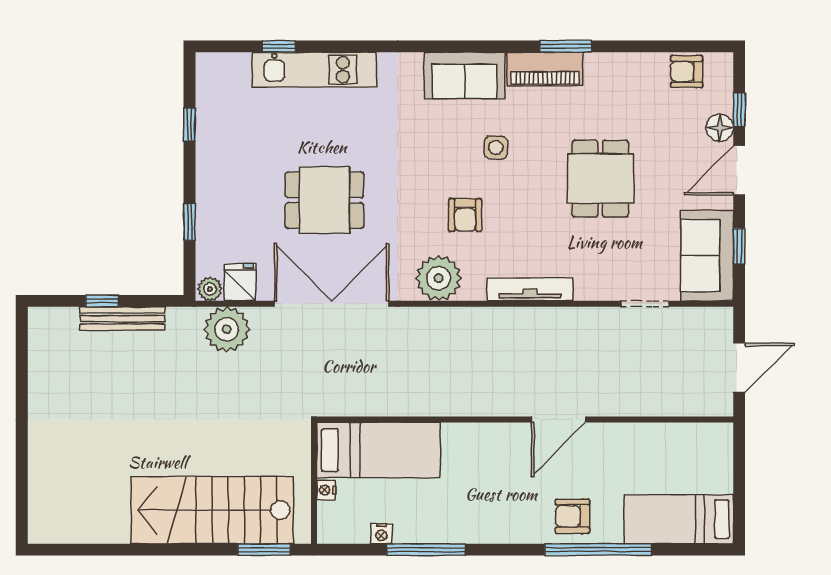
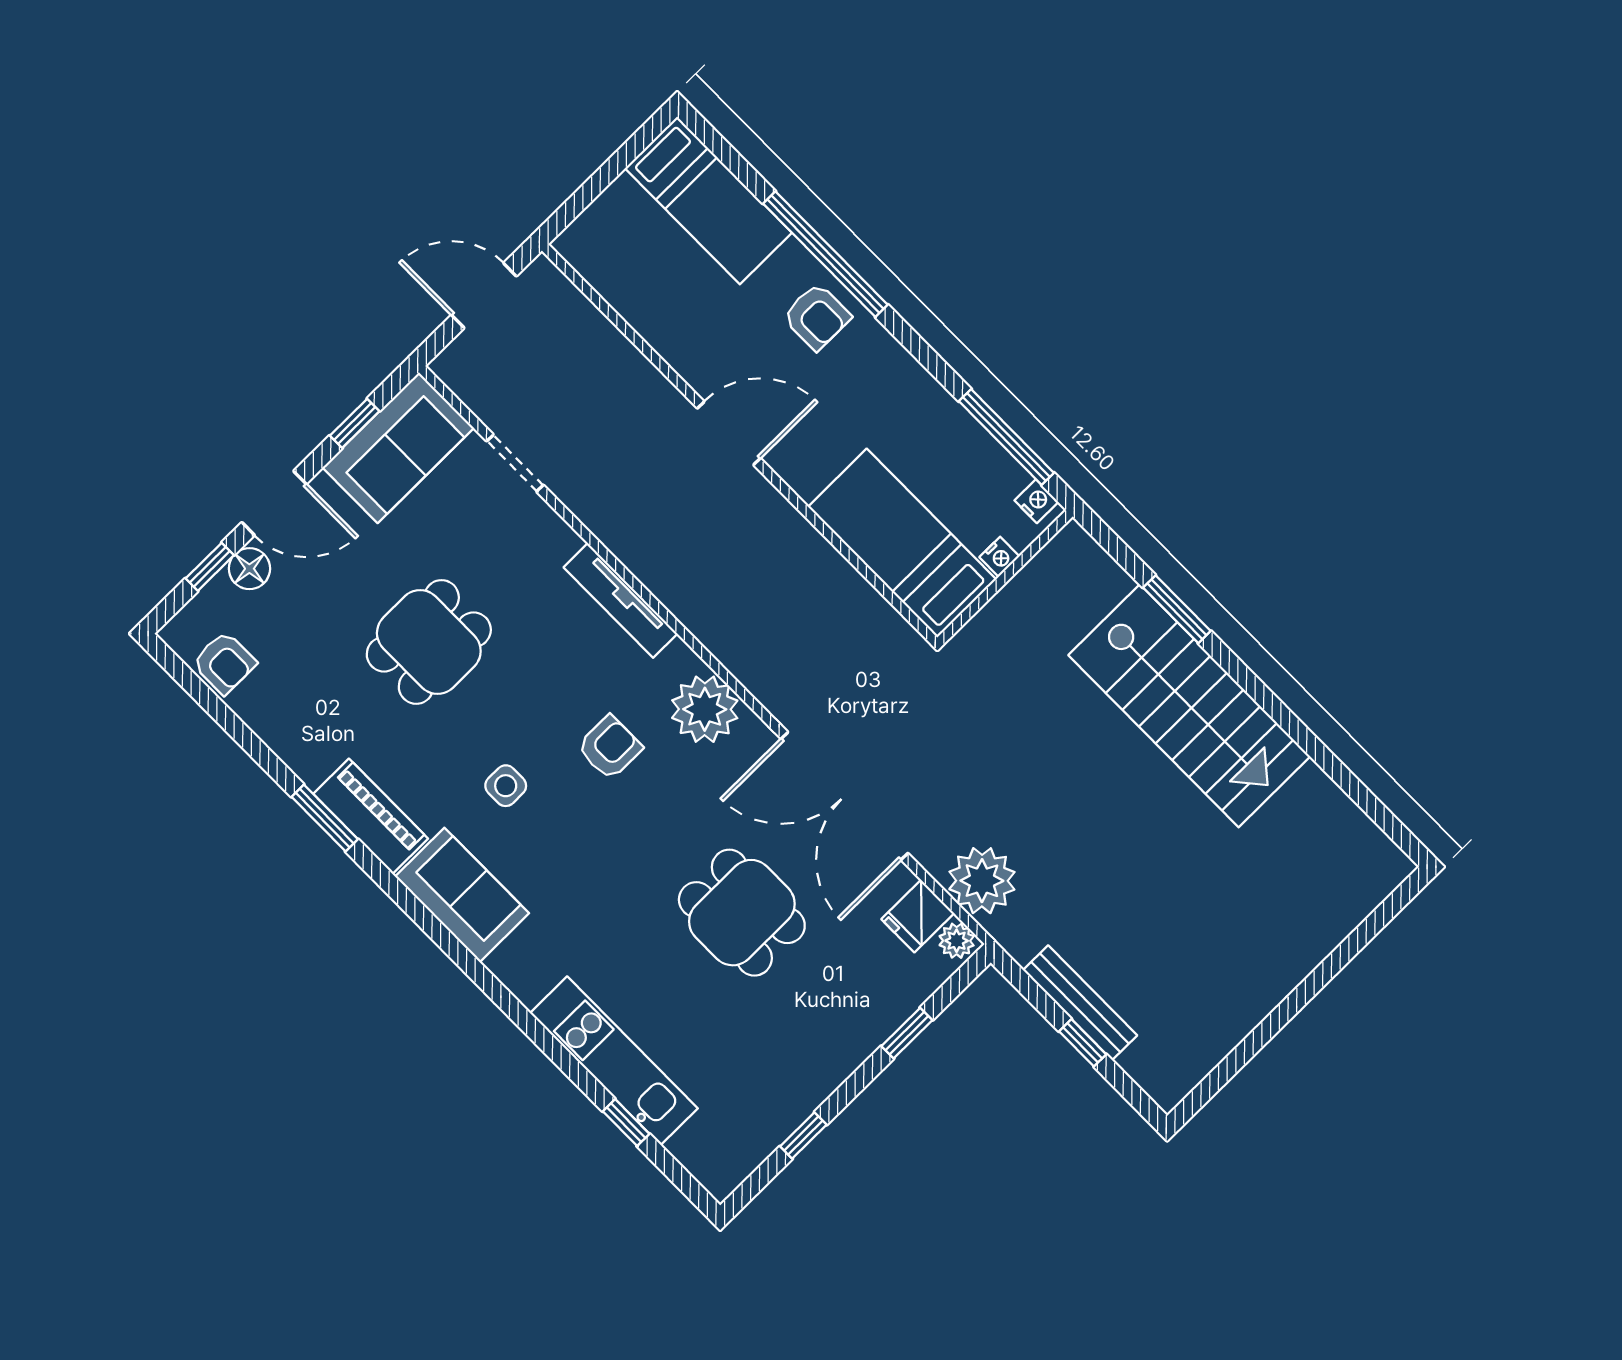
bed: (378, 450) -> (902, 543), moved
wall: (314, 483) -> (1005, 577), moved
nightstand: (326, 490) -> (999, 557), moved

